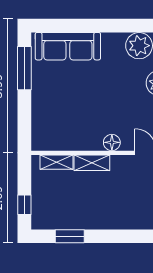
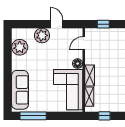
corner sofa: (68, 127) -> (68, 90), added
window: (24, 205) -> (104, 116), moved

